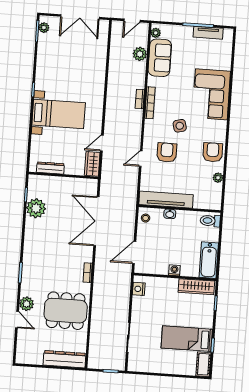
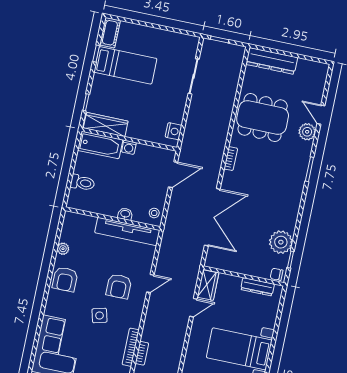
chair: (36, 181) -> (277, 274), added
toilet: (210, 221) -> (82, 183), moved
bathtub: (209, 260) -> (100, 145), moved, turned 90

